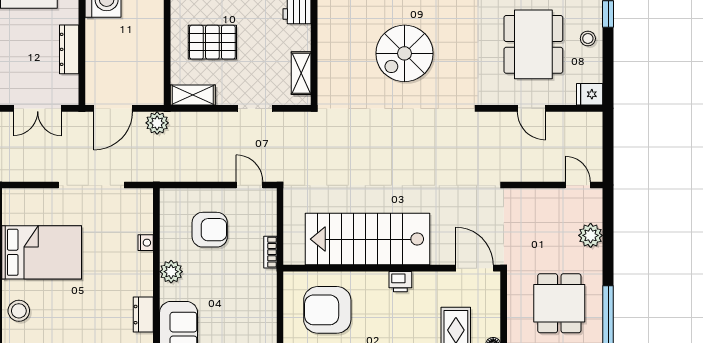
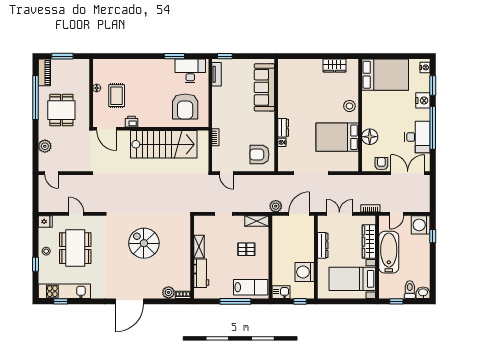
pallet: (212, 42) -> (246, 249), width x0.67, depth x0.71
spiral stairs: (404, 53) -> (144, 243), turned -90
shelving: (301, 73) -> (199, 247), moved
armchair: (210, 230) -> (259, 155), moved
plant: (171, 272) -> (268, 127), removed
printer: (400, 282) -> (132, 122), moved
armchair: (327, 310) -> (185, 107), turned 90
dresser: (143, 315) -> (283, 128), moved

